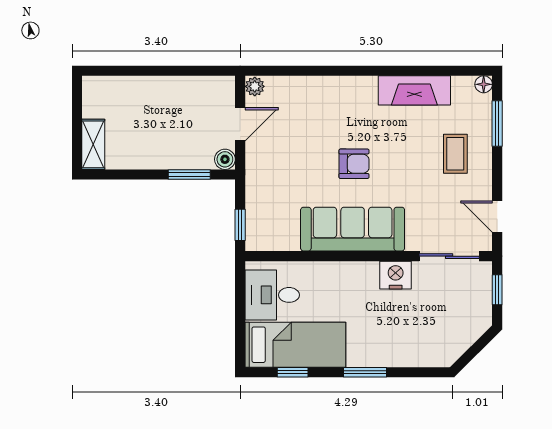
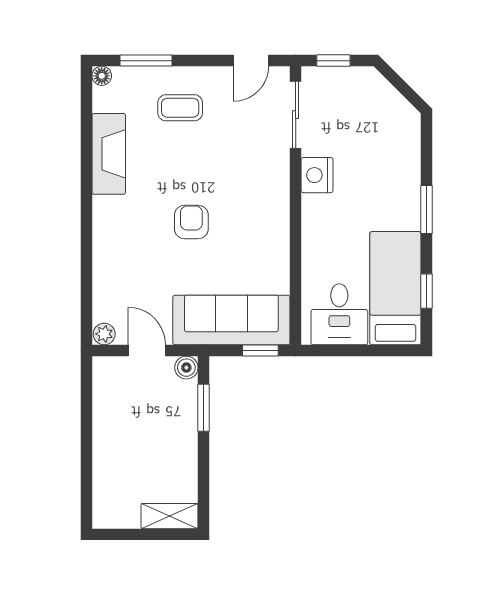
sofa: (353, 229) -> (231, 320), moved, turned 90

